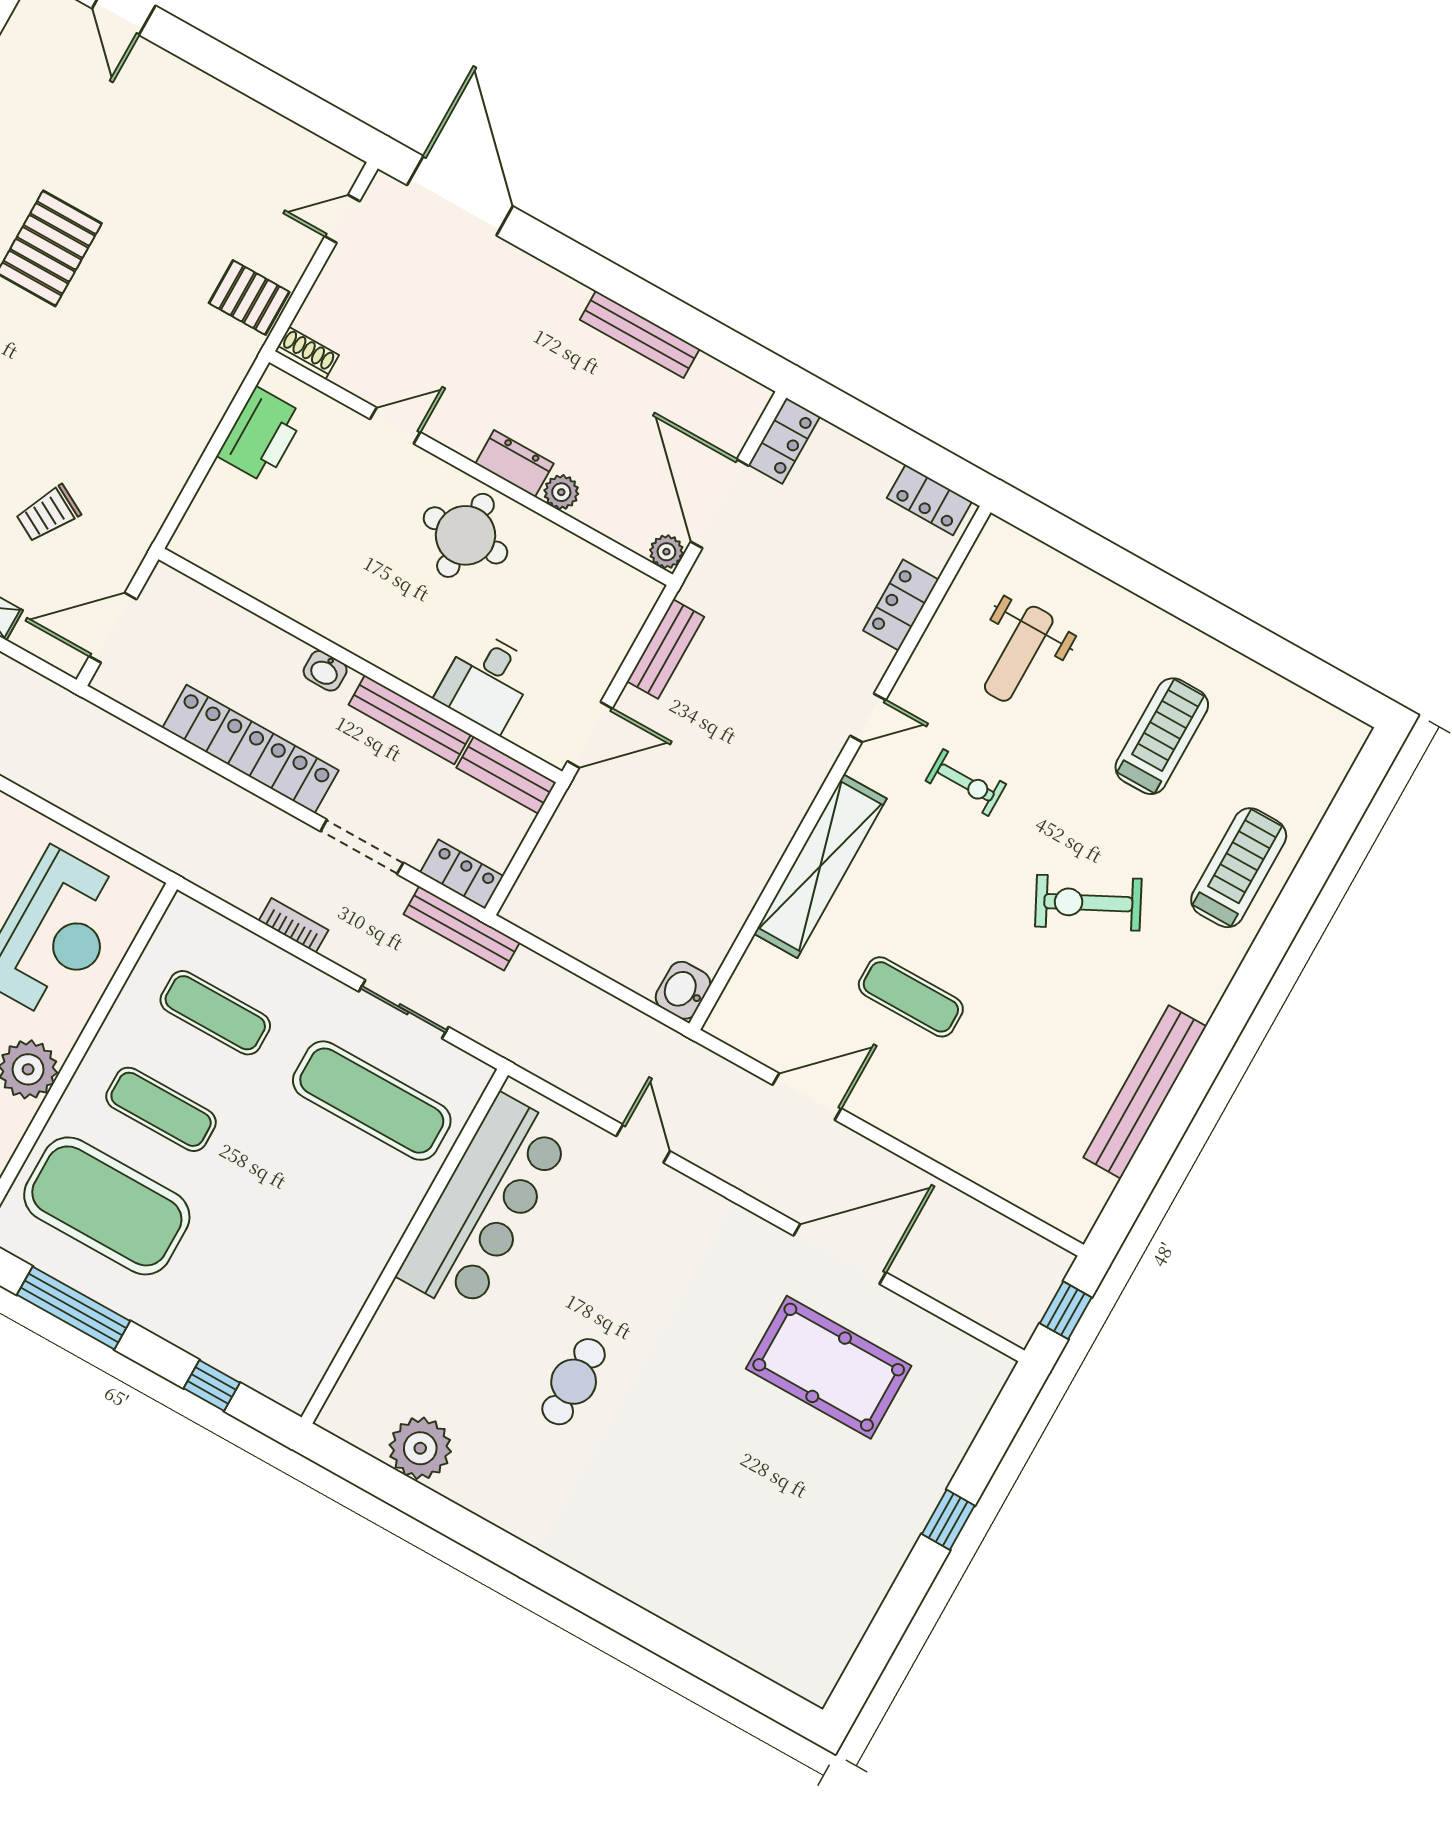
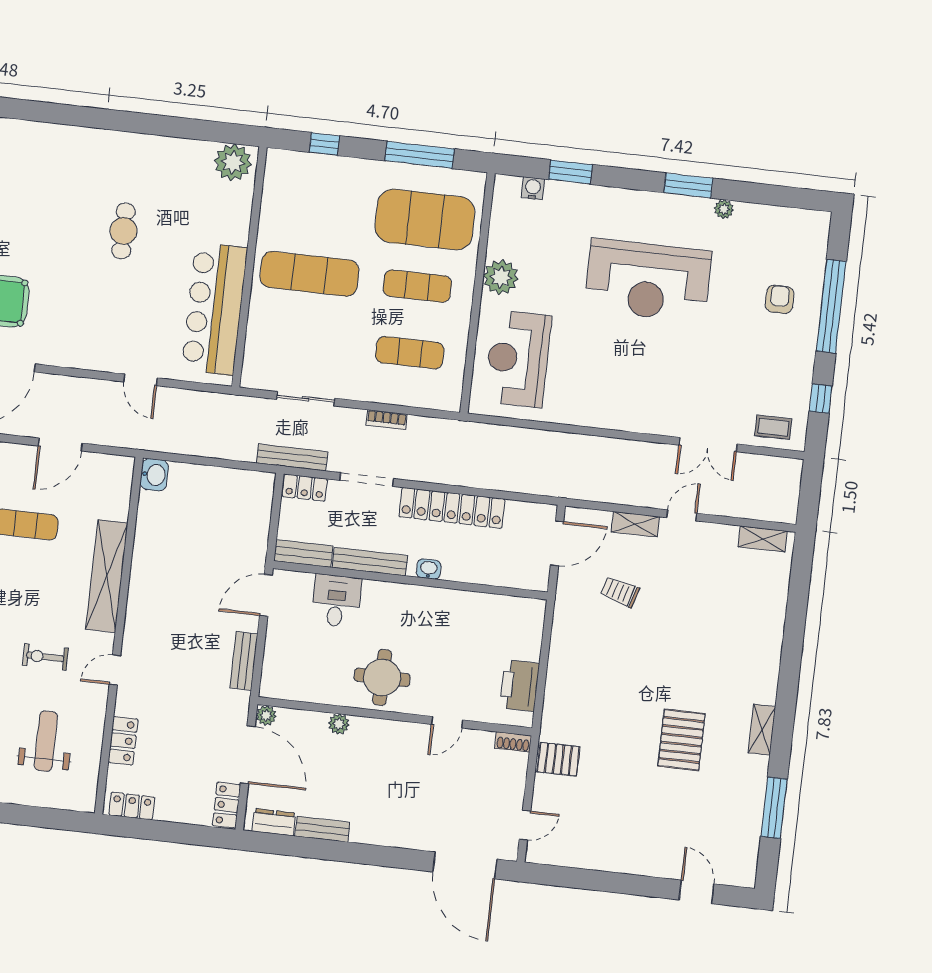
bench: (640, 334) -> (322, 829), width x0.73
dresser: (514, 464) -> (274, 822), moved, turned 180
trolley: (48, 514) -> (620, 592), turned -103
exercise mat: (372, 1101) -> (309, 274), moved
plant: (420, 1448) -> (233, 162), moved

